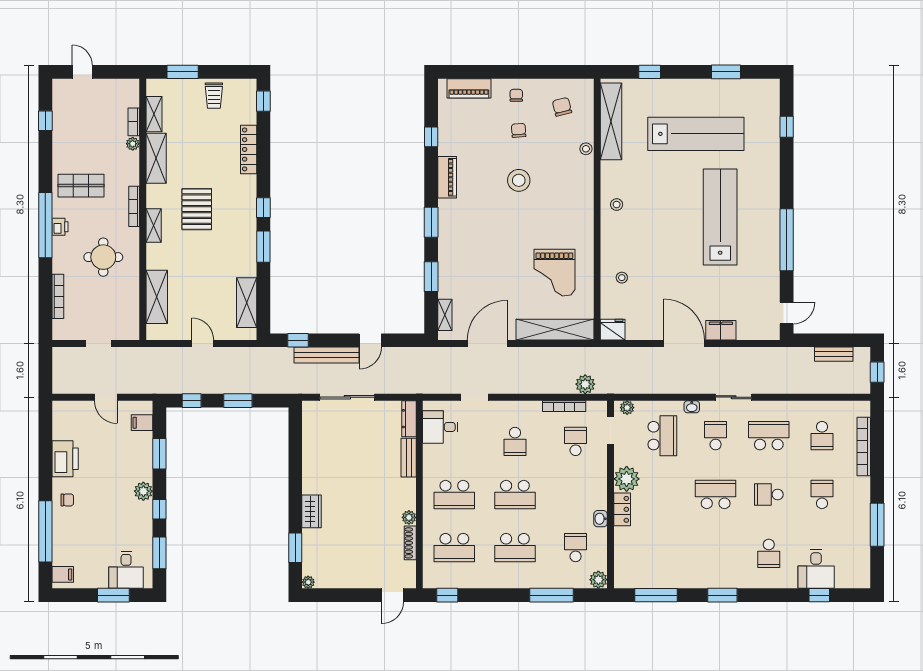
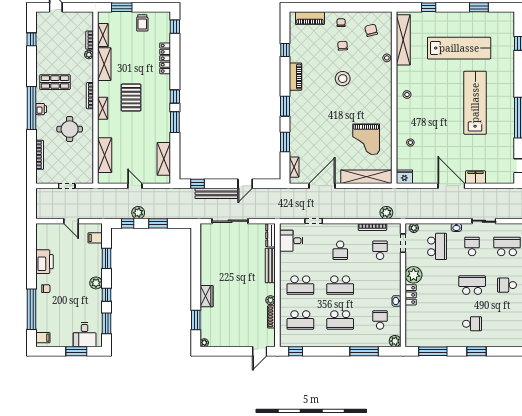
plant: (208, 384) -> (138, 213), added
bench: (409, 458) -> (270, 265), width x1.36
school desk: (769, 553) -> (472, 324), moved, turned -90

